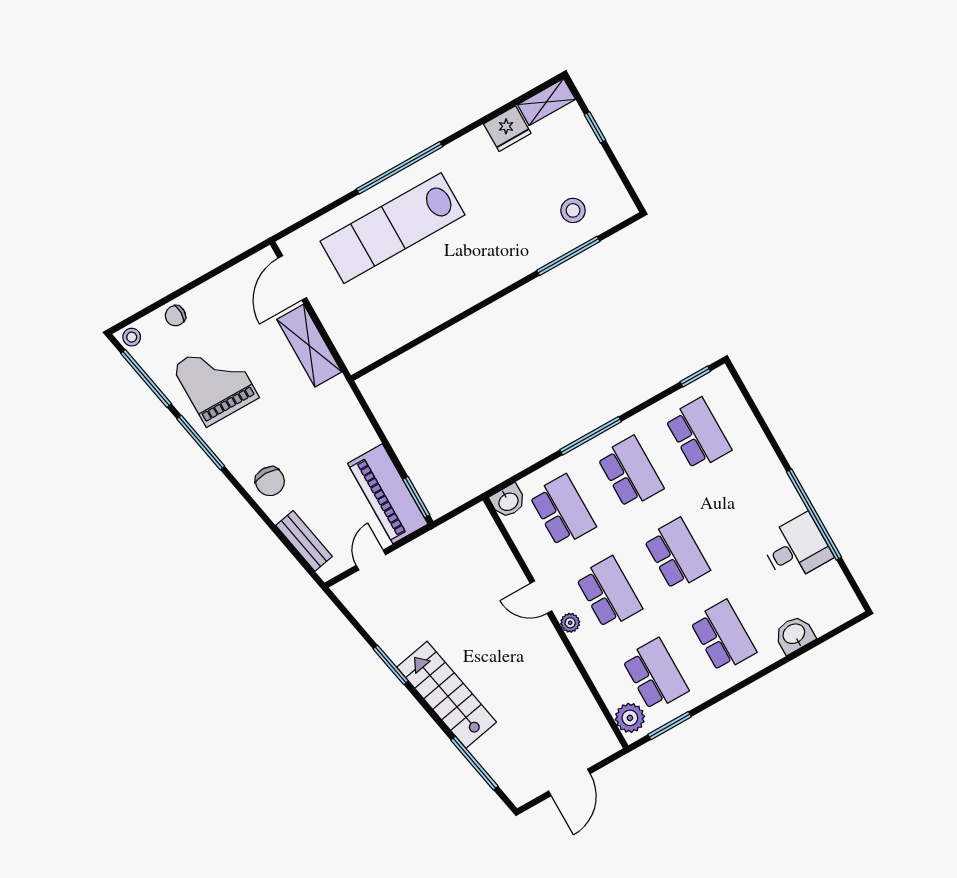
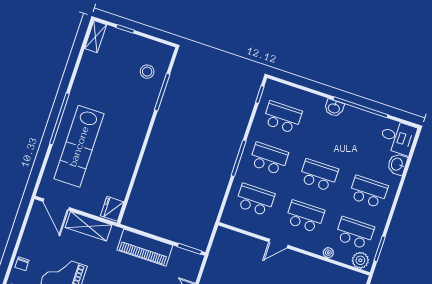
fridge: (507, 129) -> (112, 209), moved, turned 180
piano: (388, 494) -> (145, 248), moved
washbasin: (508, 501) -> (334, 108), moved, turned 90
desk: (796, 548) -> (398, 137), moved, turned 90
plant: (570, 623) -> (328, 253), moved

